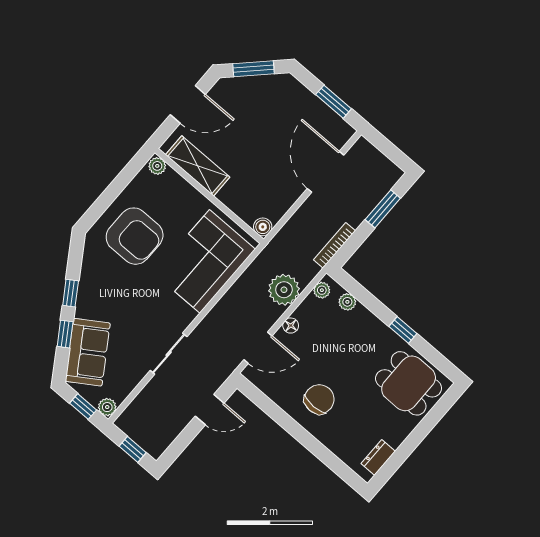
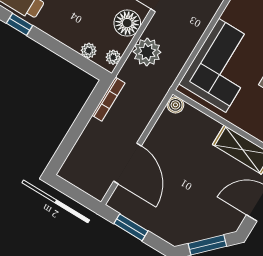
window: (383, 209) -> (71, 139), removed
floor lamp: (291, 326) -> (127, 23), width x1.89, depth x1.89
window: (403, 330) -> (19, 24), moved

